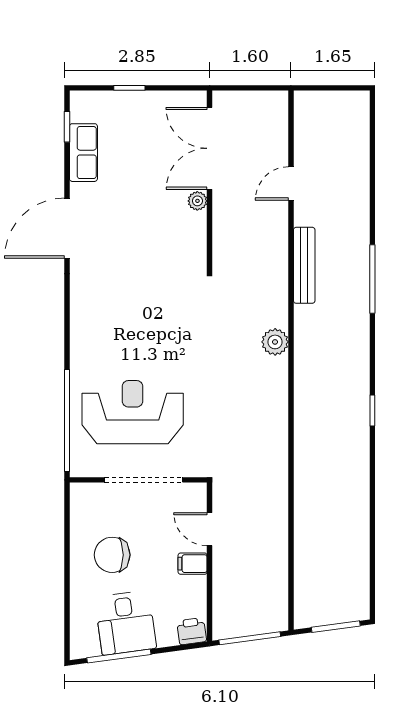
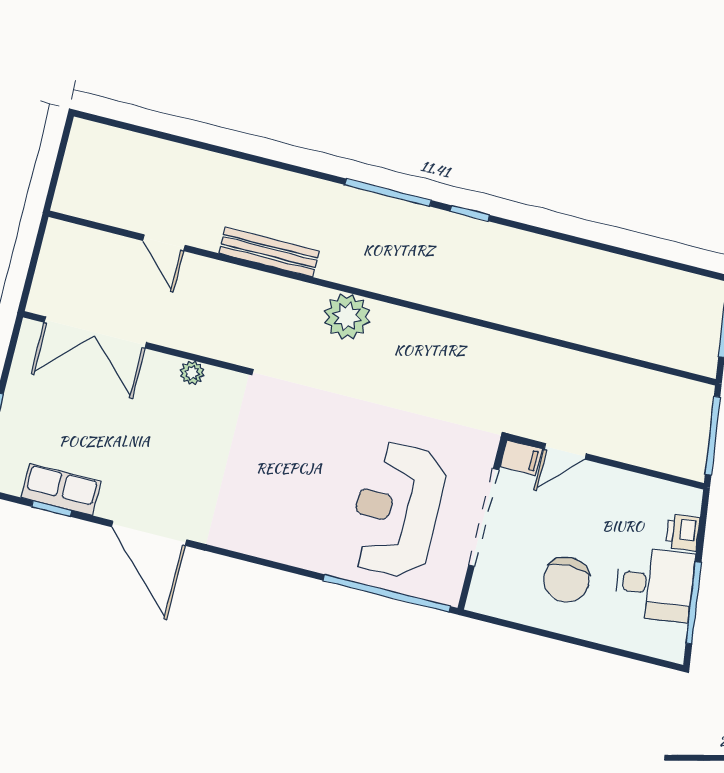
window: (67, 127) -> (51, 509), moved
plant: (197, 201) -> (192, 373), moved
window: (372, 279) -> (388, 193), moved
plant: (275, 342) -> (347, 317), width x1.36, depth x1.36
filing cabinet: (193, 564) -> (521, 458), moved, turned -90
printer: (192, 631) -> (683, 532), moved

